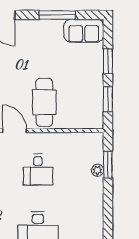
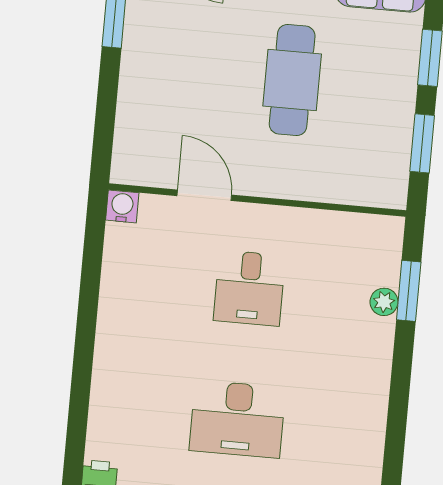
cafe table: (44, 102) -> (292, 80), moved

